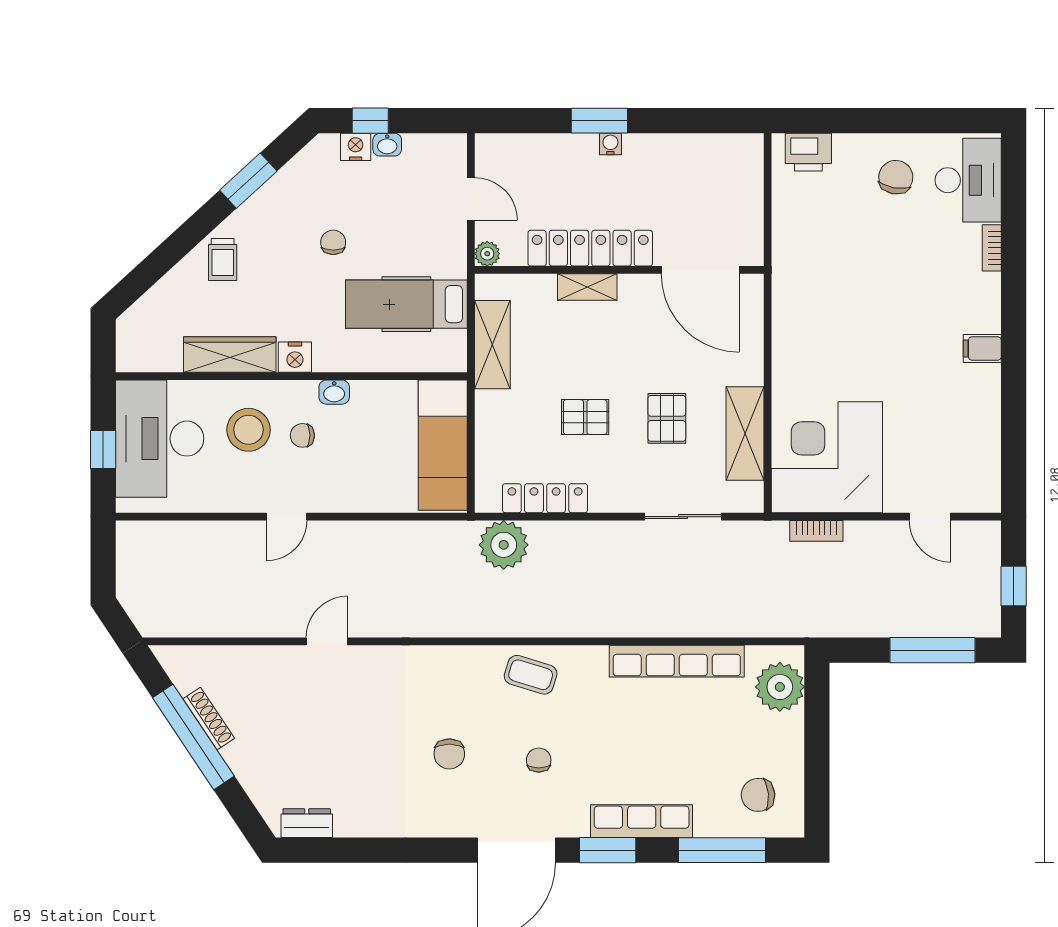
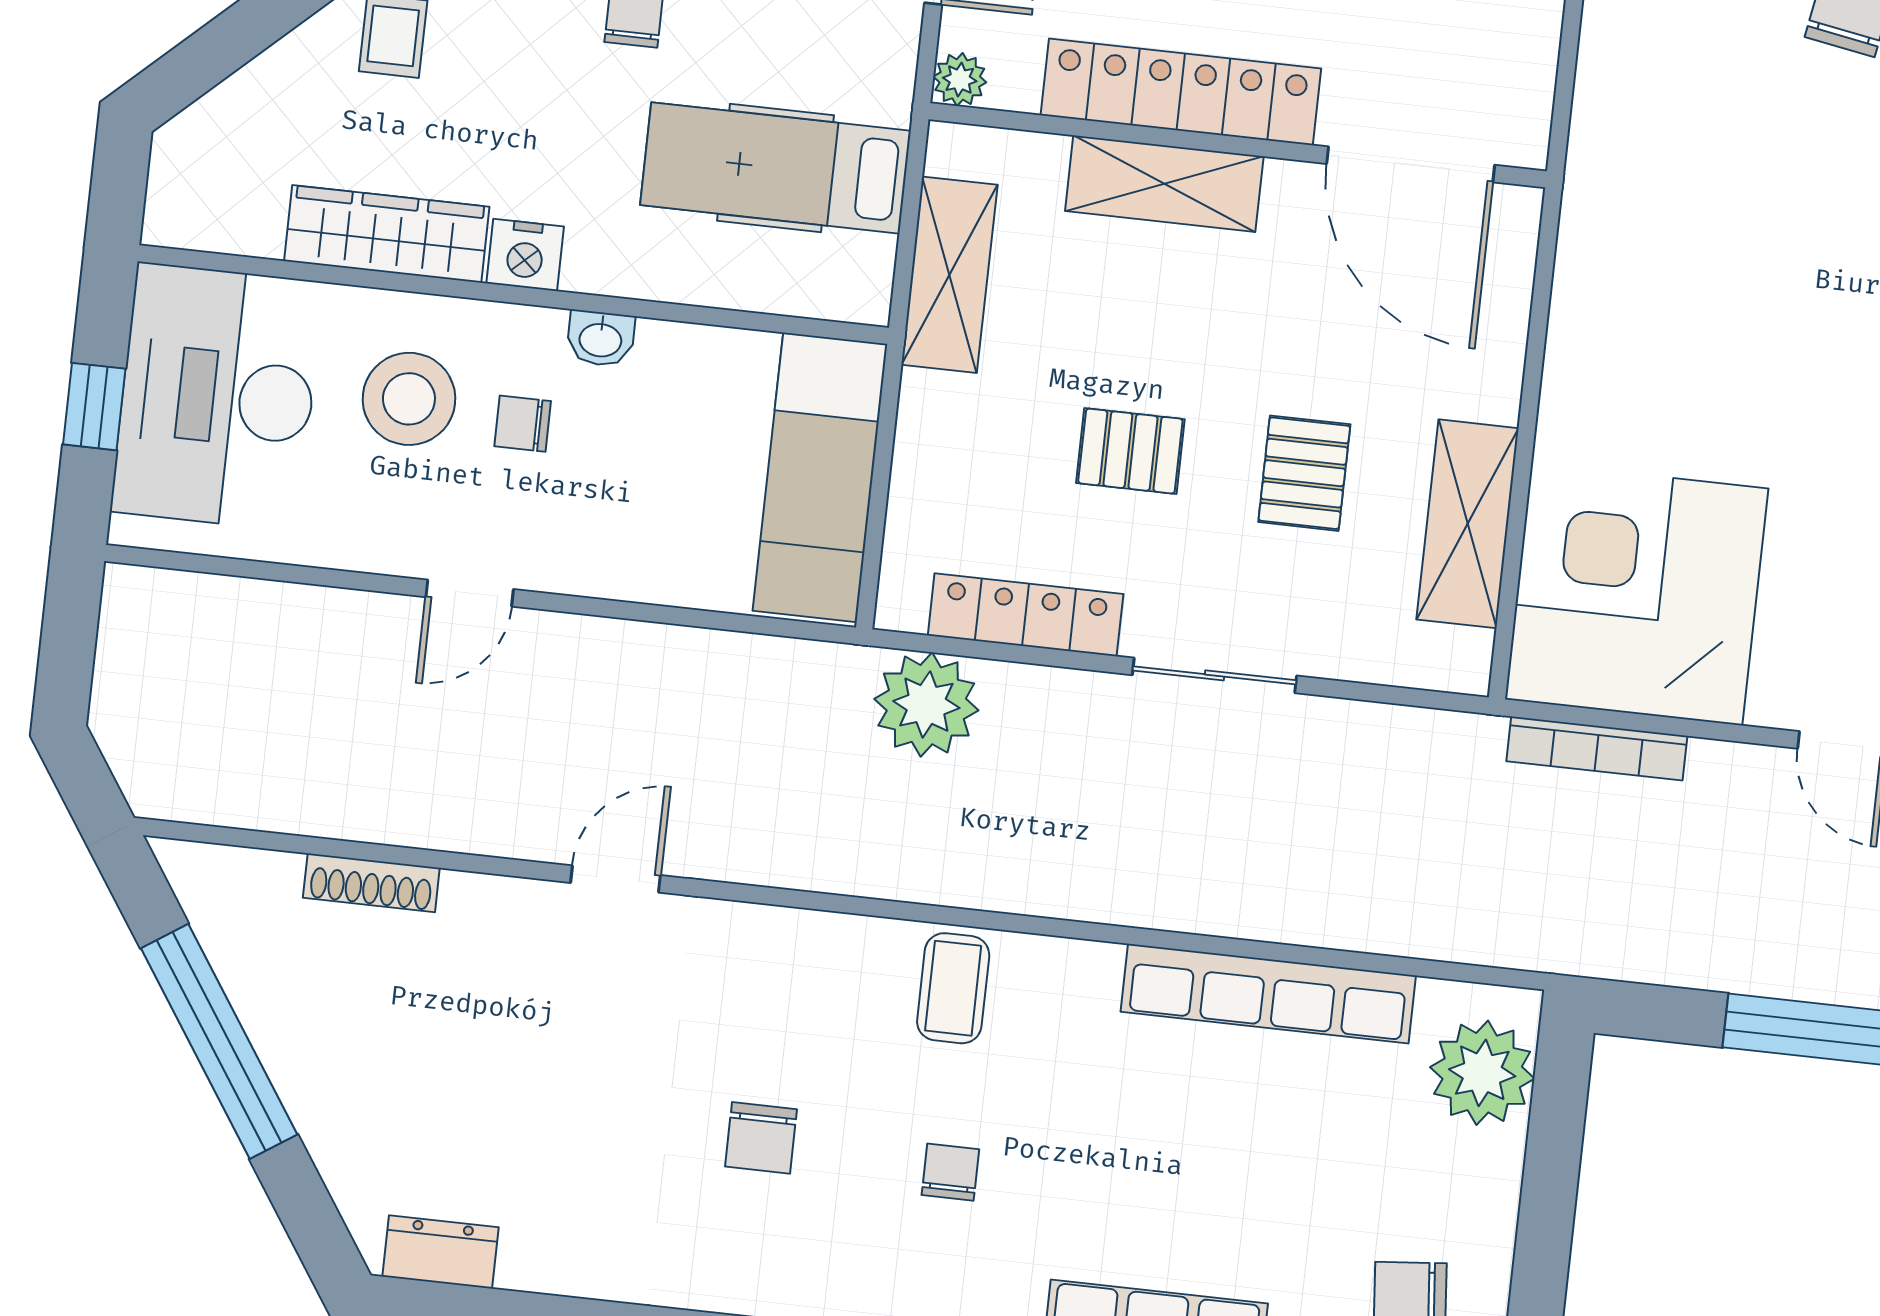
shelving: (587, 287) -> (1164, 184), width x1.50, depth x1.33
sliding door: (683, 517) -> (1215, 675), moved
bookcase: (816, 531) -> (1597, 748), width x1.56
door: (327, 641) -> (616, 879), moved
coffee table: (531, 675) -> (953, 988), turned 73
shoe rack: (209, 719) -> (371, 883), moved, turned 124

